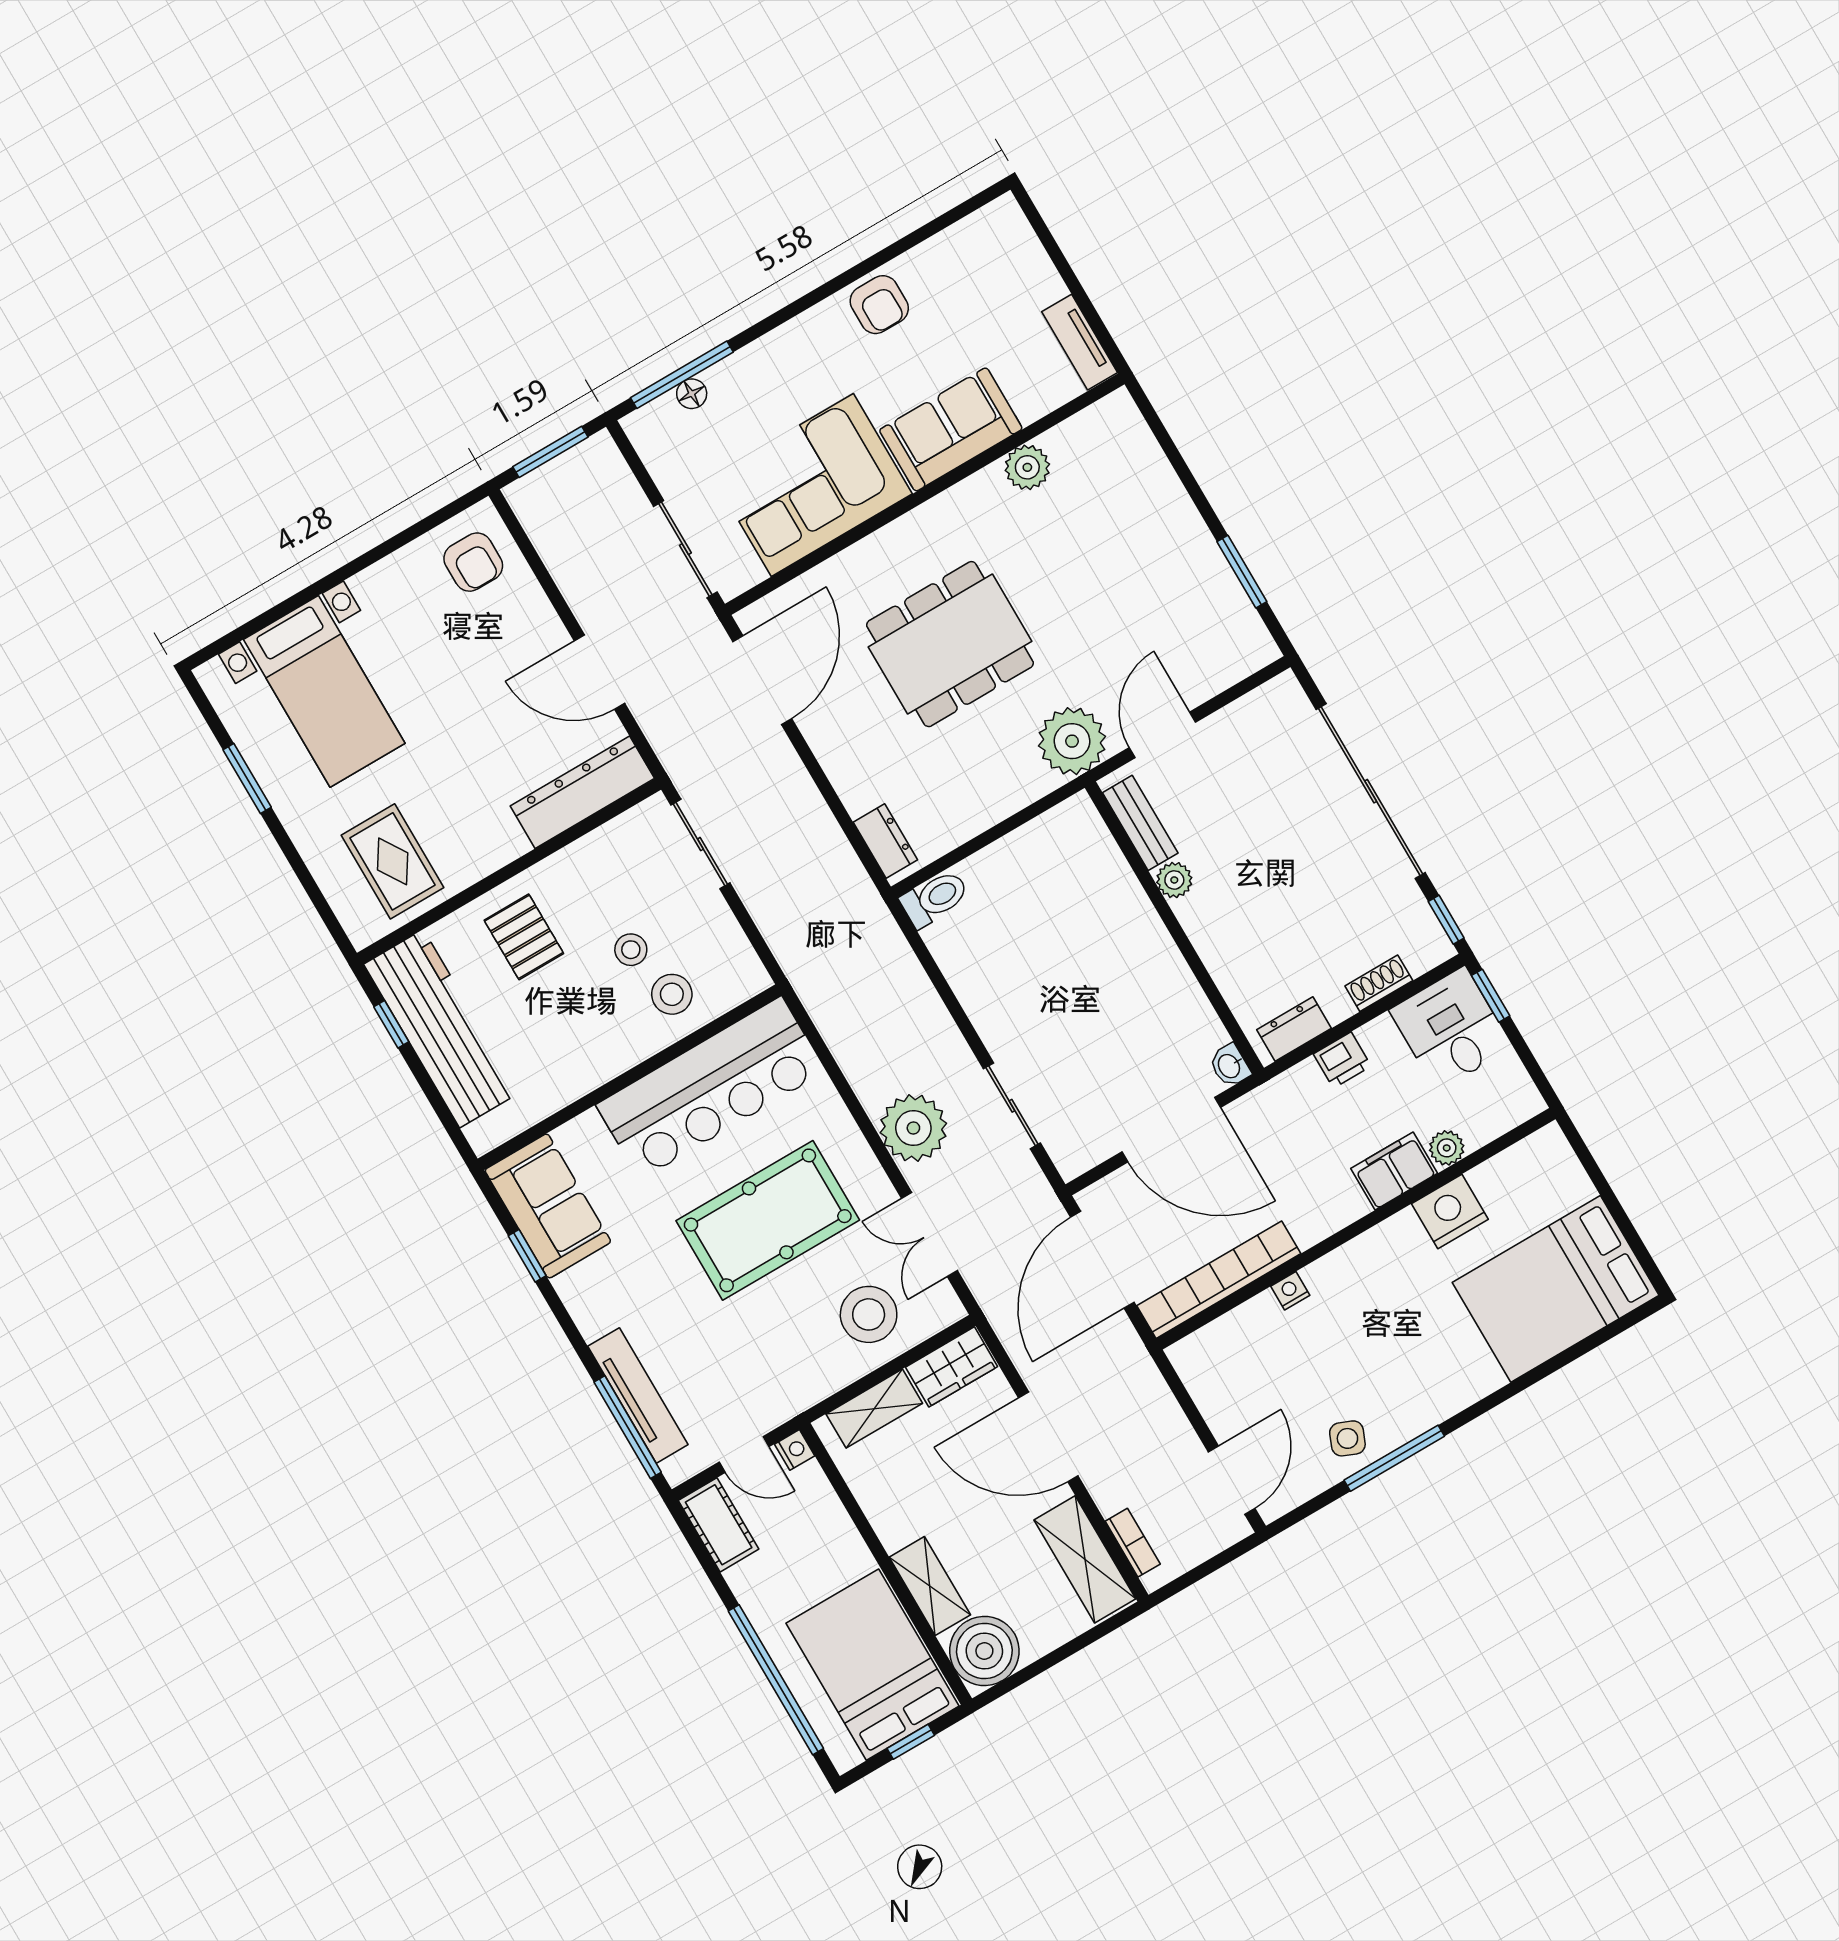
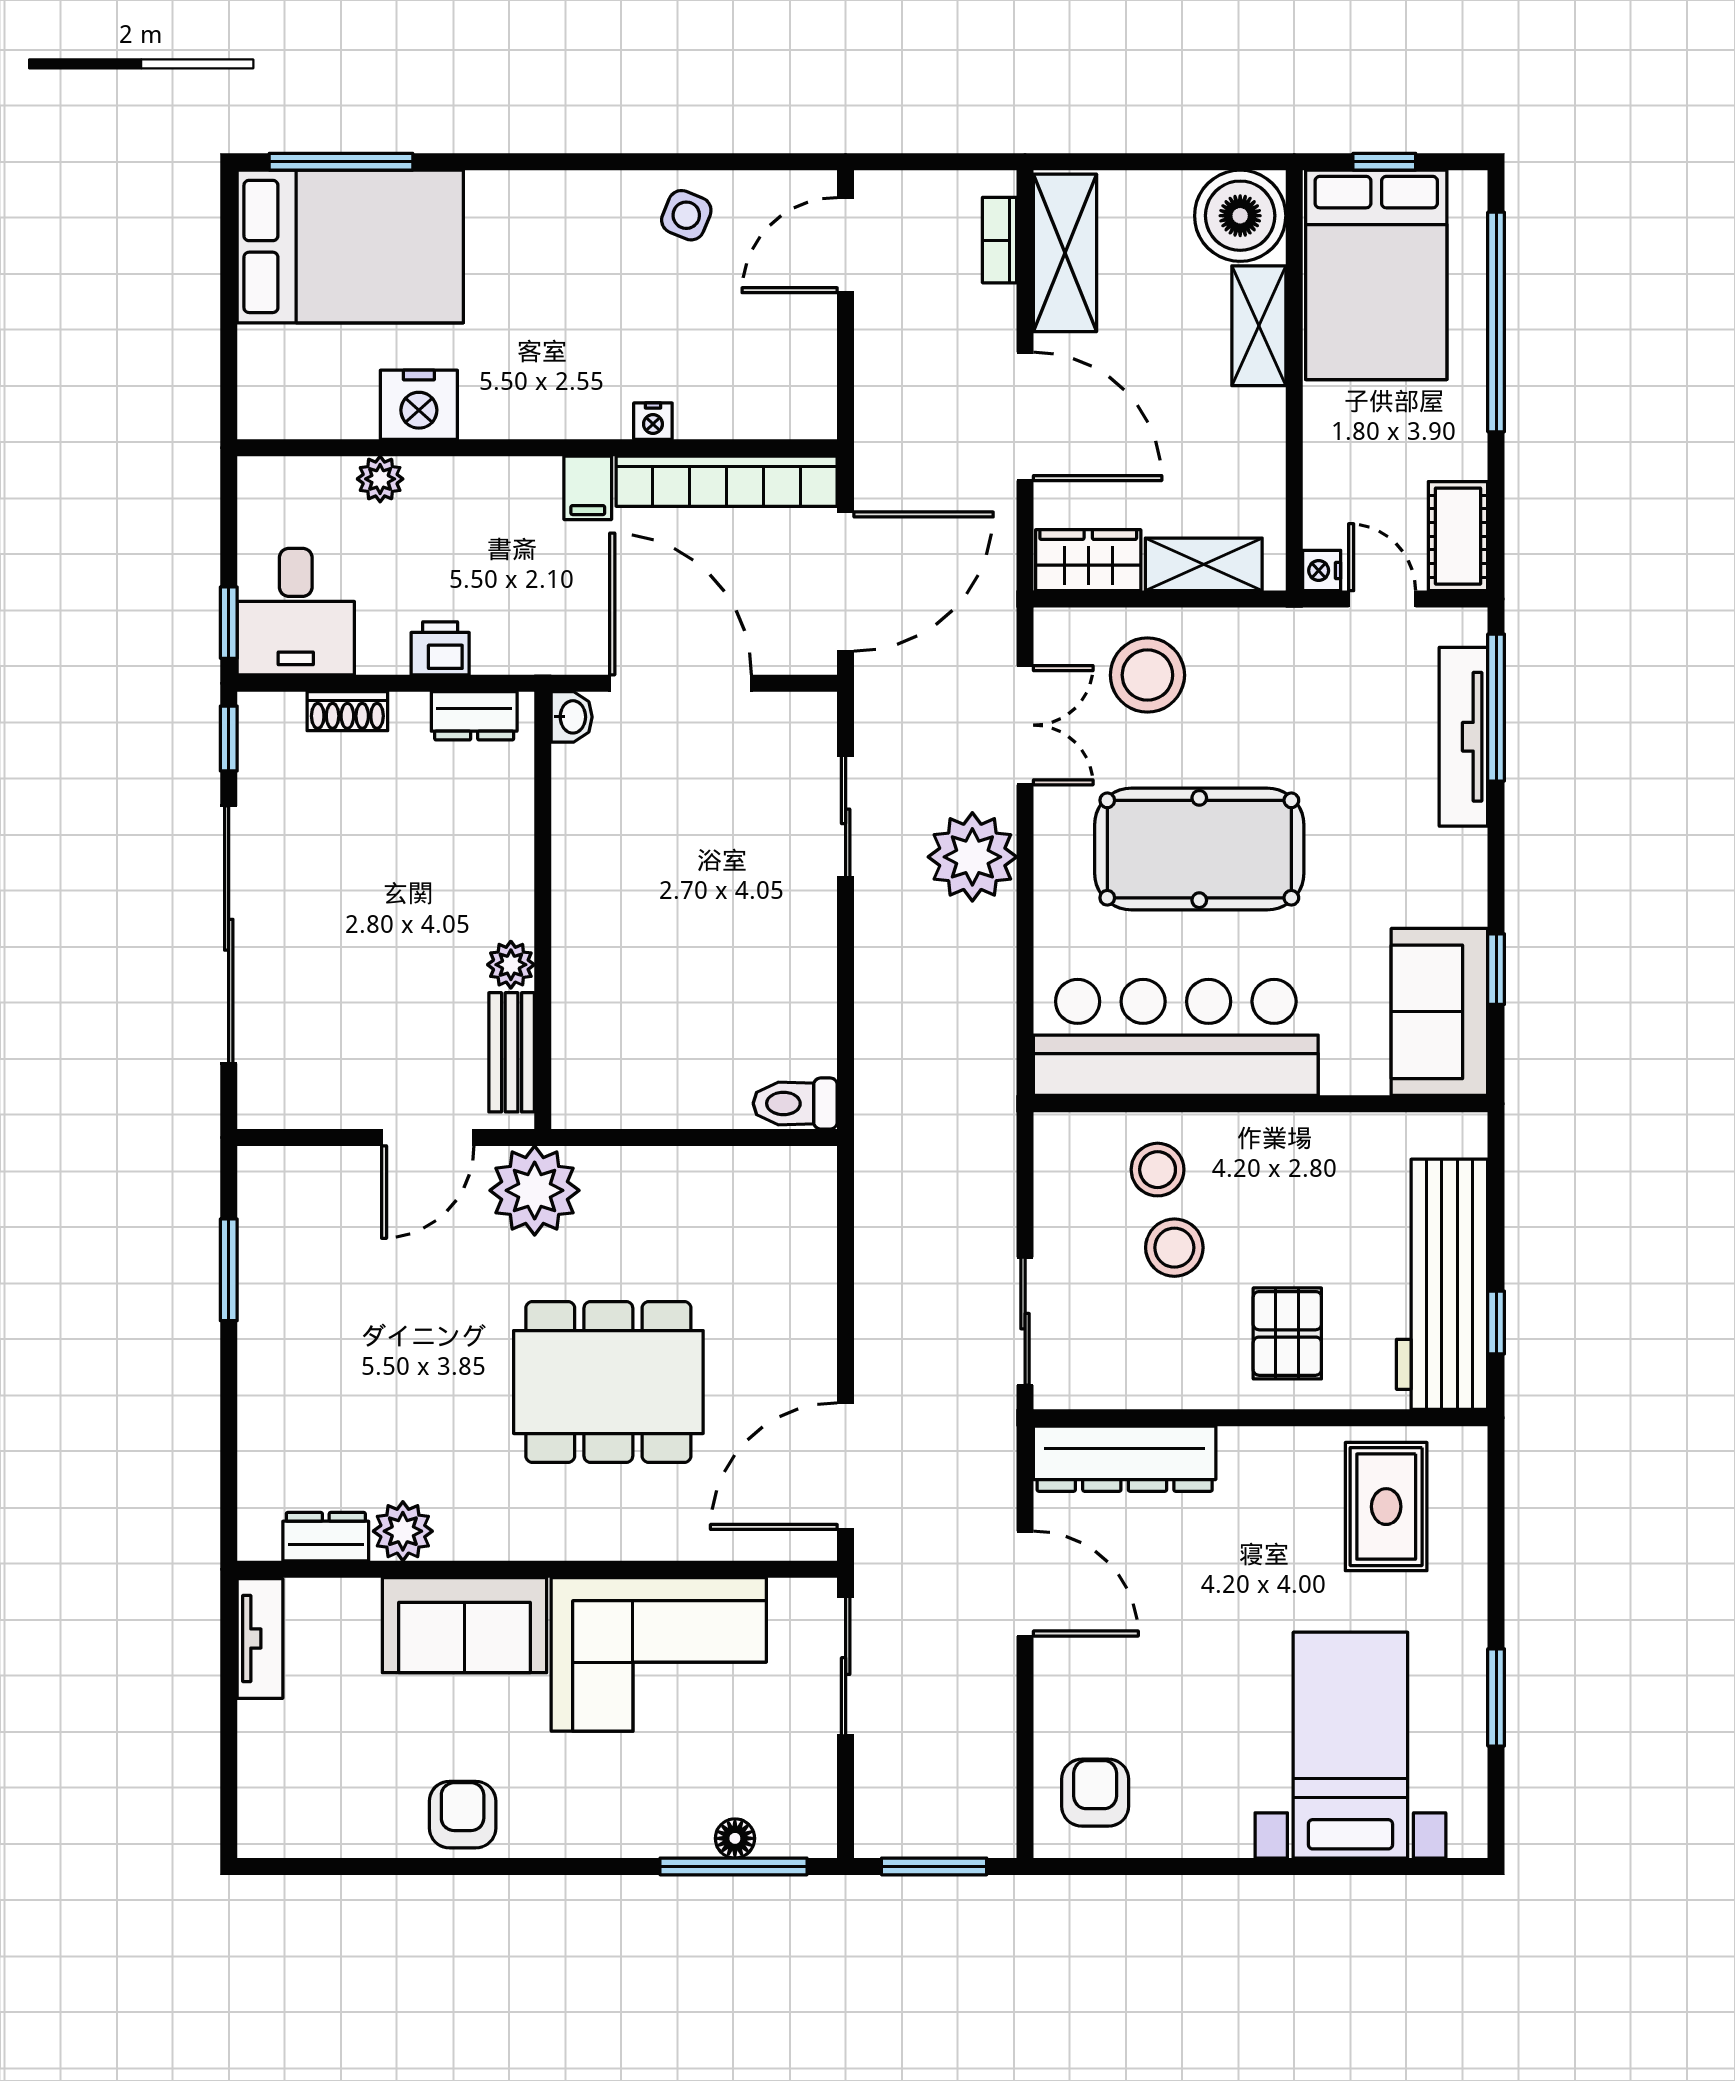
dresser: (885, 841) -> (326, 1537), moved, turned 90
stool: (631, 950) -> (1174, 1248), width x1.37, depth x1.37
filing cabinet: (1394, 1171) -> (588, 488), moved, width x0.50
window: (1394, 1458) -> (341, 162), moved

